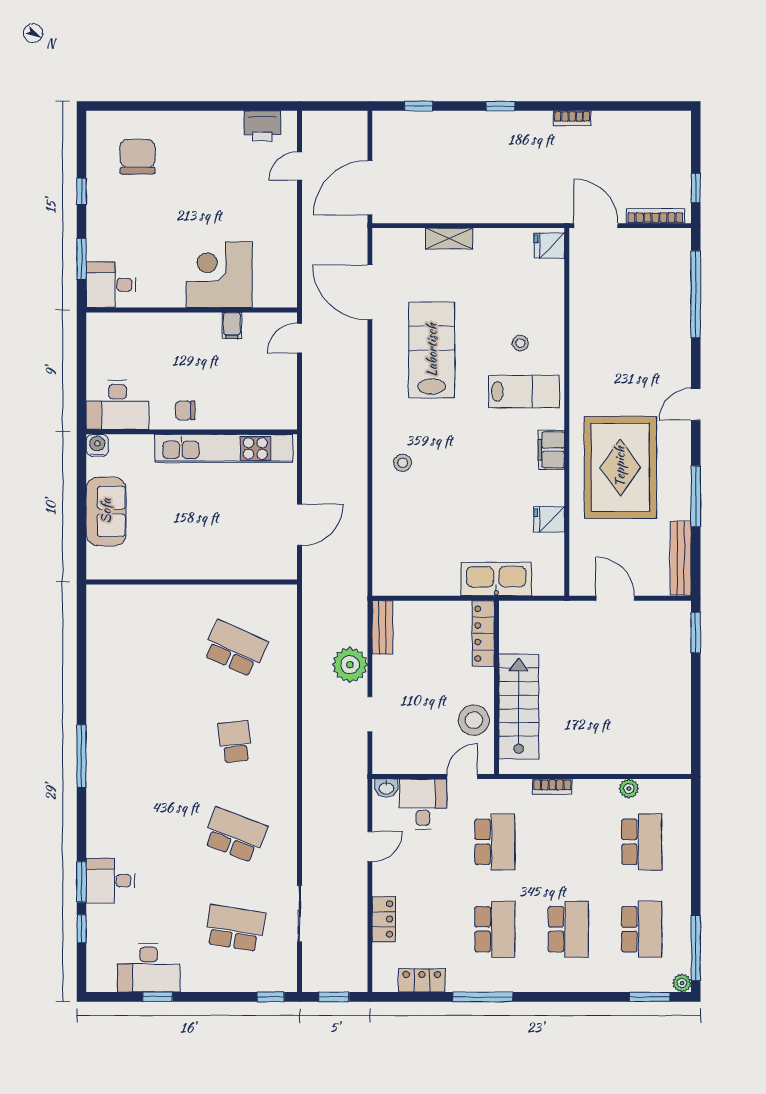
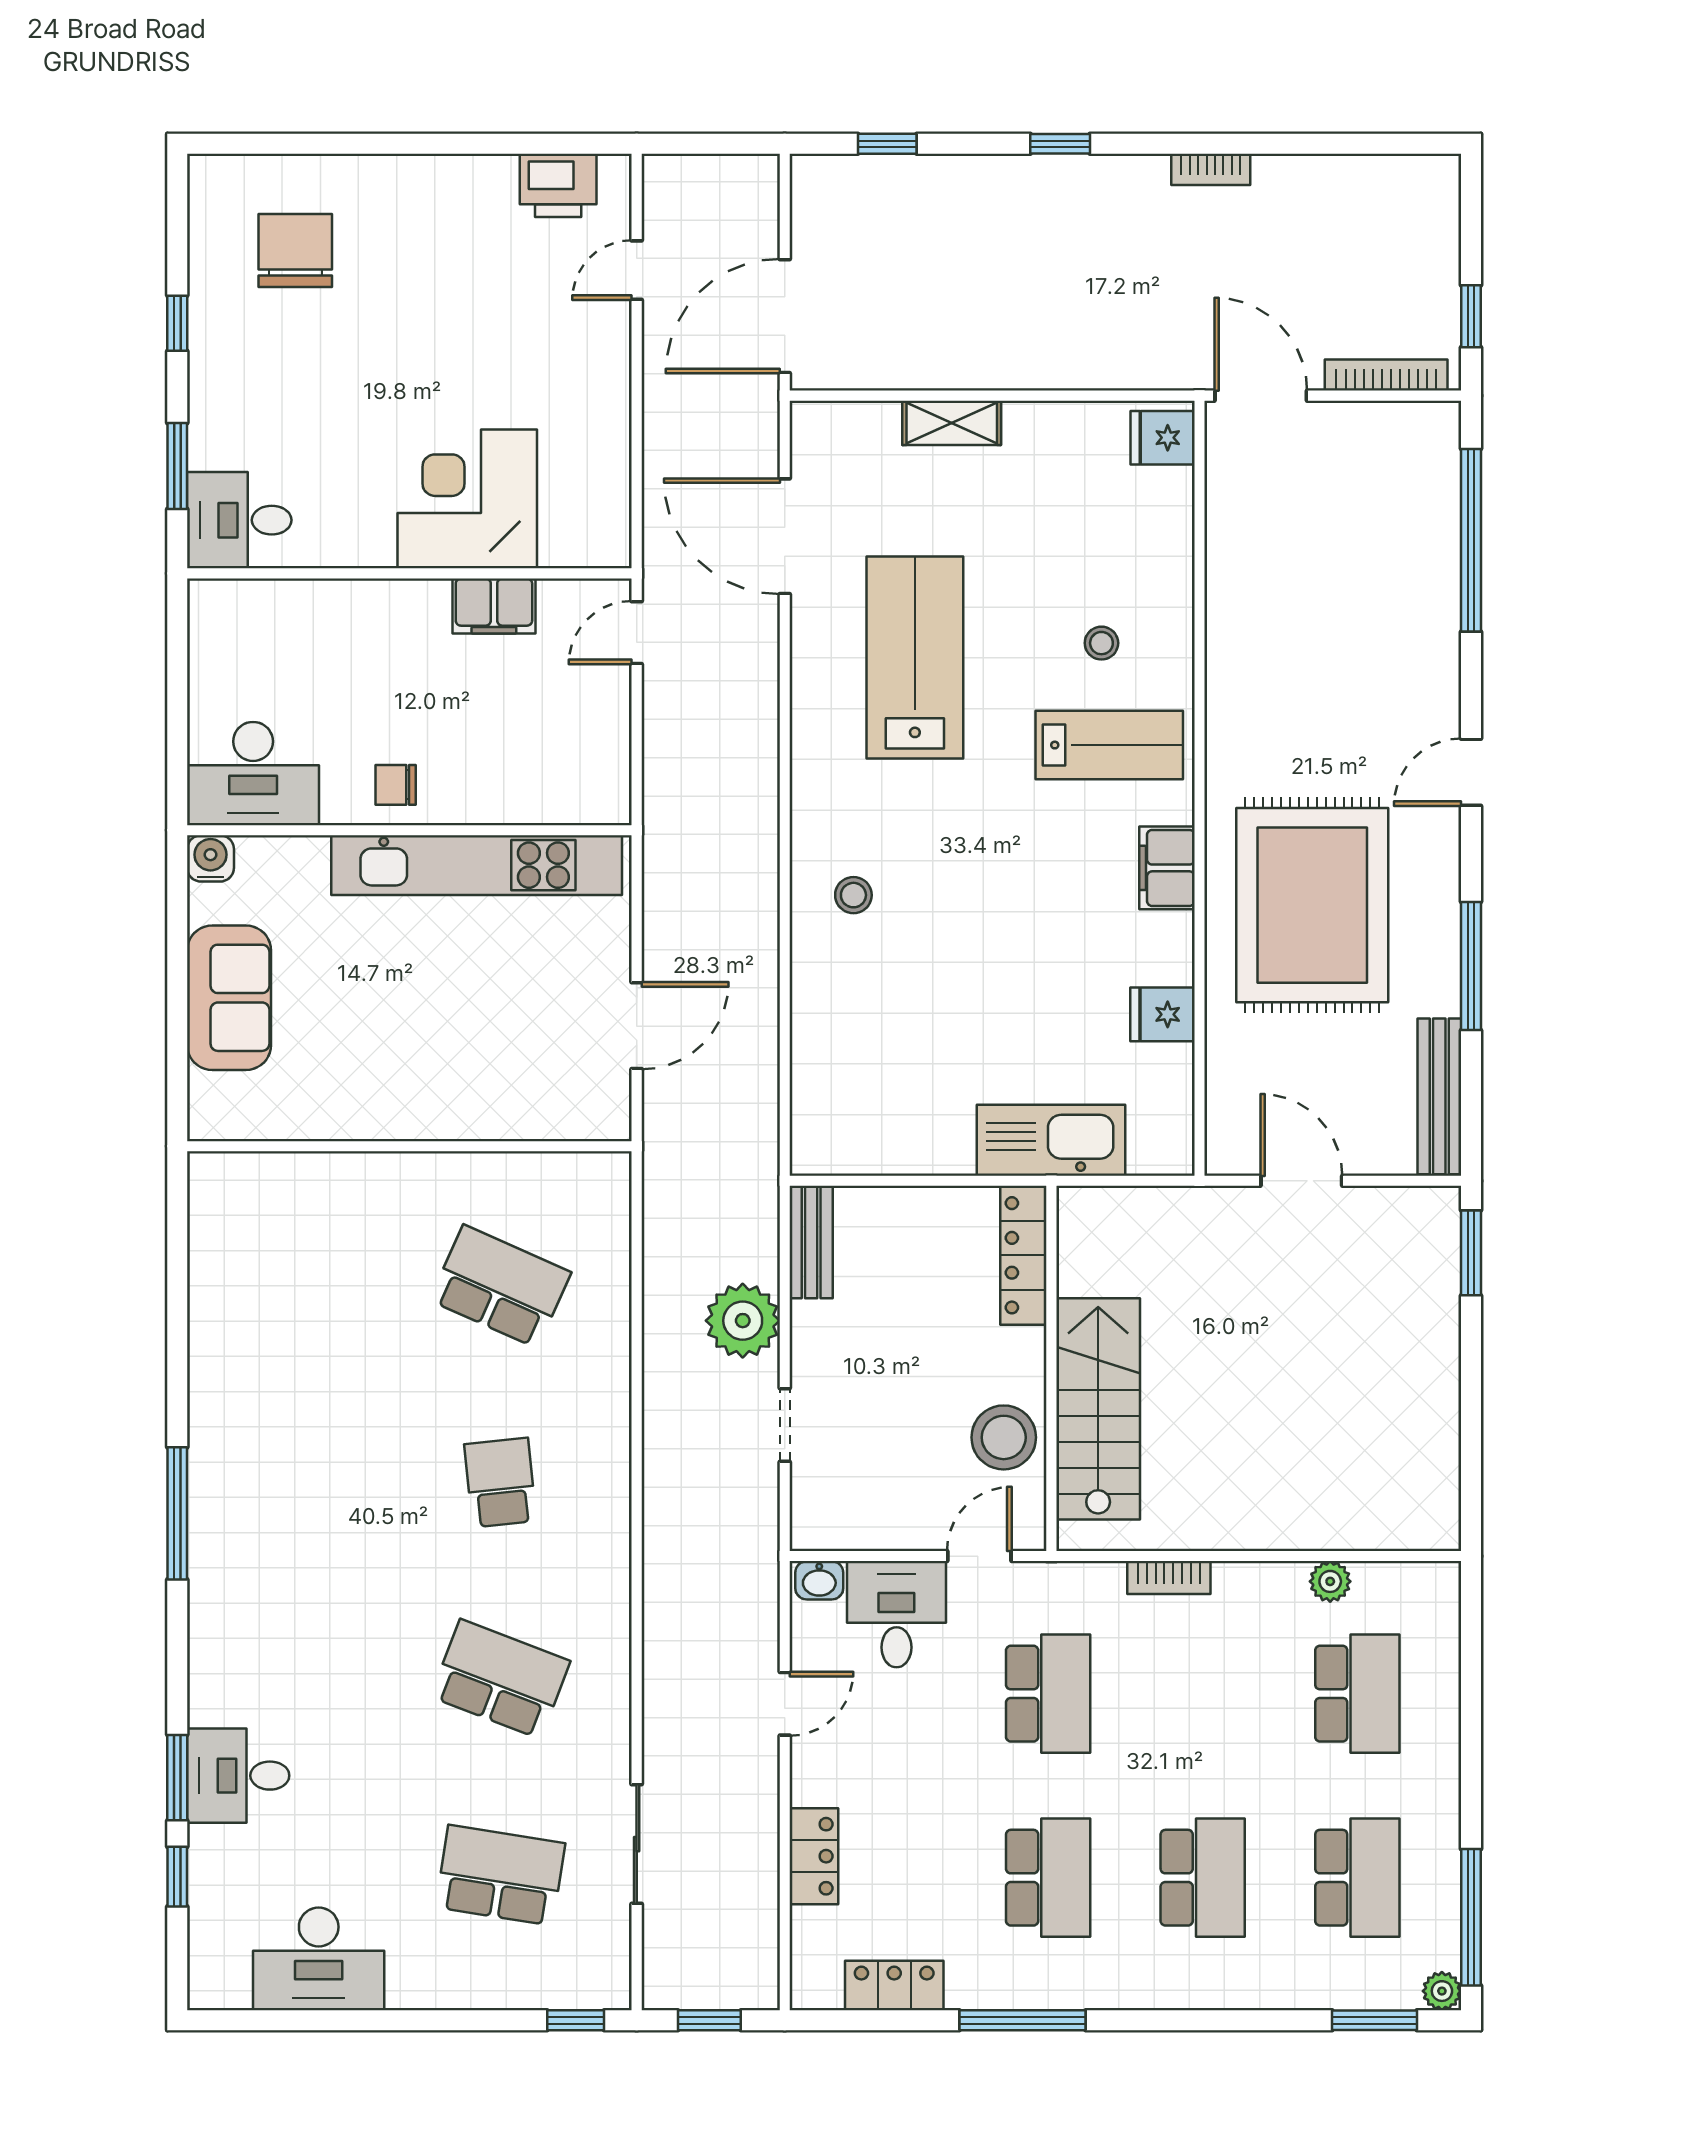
filing cabinet: (232, 325) -> (494, 606), width x2.00
window: (158, 997) -> (338, 2020), removed

